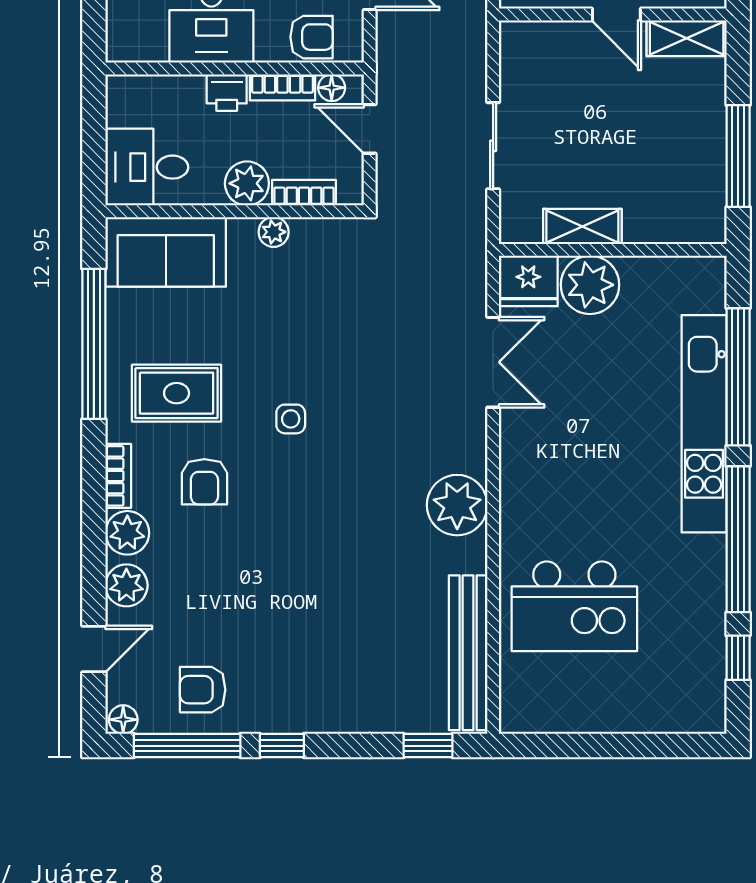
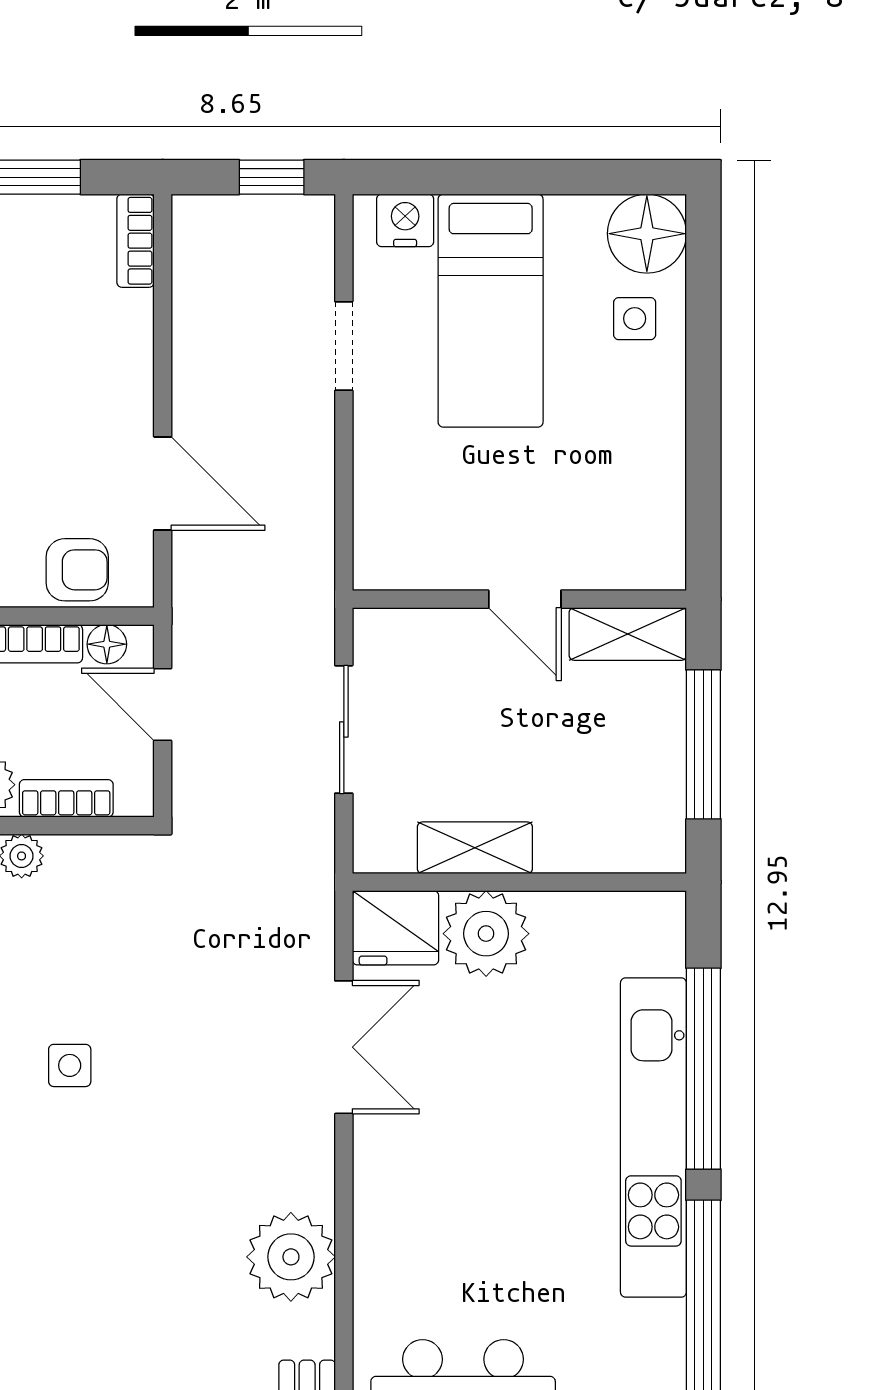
wall: (613, 15) -> (519, 599), moved
door: (616, 15) -> (525, 599), moved
shelving: (687, 38) -> (628, 634), moved
side table: (291, 419) -> (70, 1065), moved

